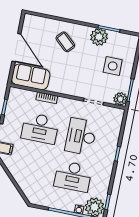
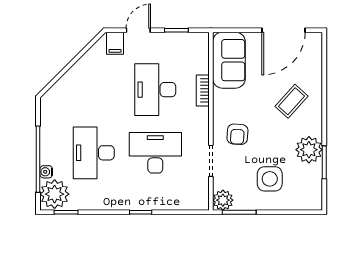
door: (16, 48) -> (283, 30), moved
armchair: (80, 81) -> (237, 134), added

